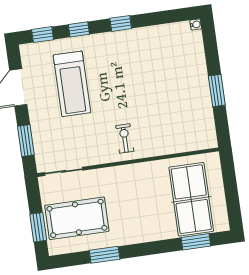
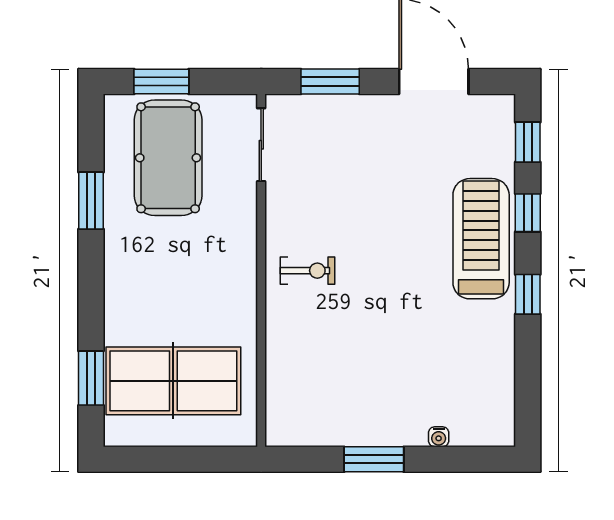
water cooler: (196, 25) -> (439, 437), moved
treadmill: (72, 84) -> (481, 239), moved, turned 90

